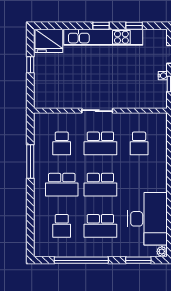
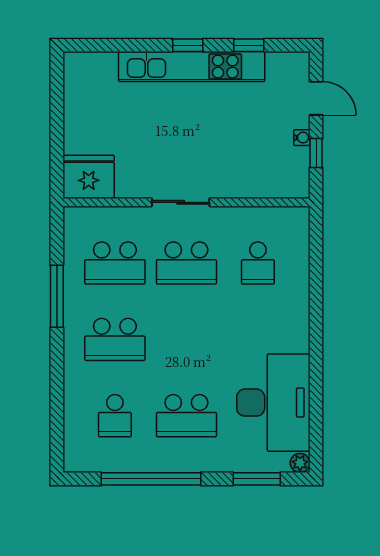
fridge: (49, 41) -> (89, 177), moved, turned 180
window: (30, 65) -> (57, 118), removed
school desk: (62, 143) -> (115, 263), width x1.85
school desk: (100, 185) -> (186, 339), removed

